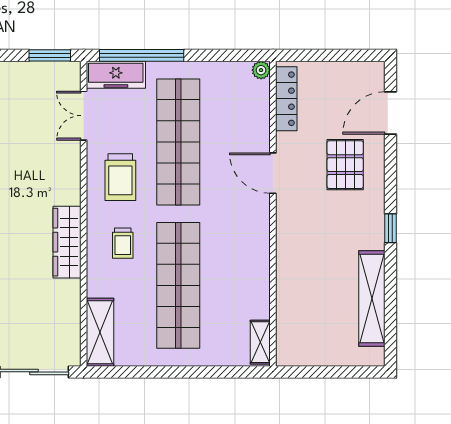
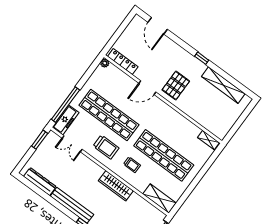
pallet: (345, 165) -> (176, 85), moved, turned 90

